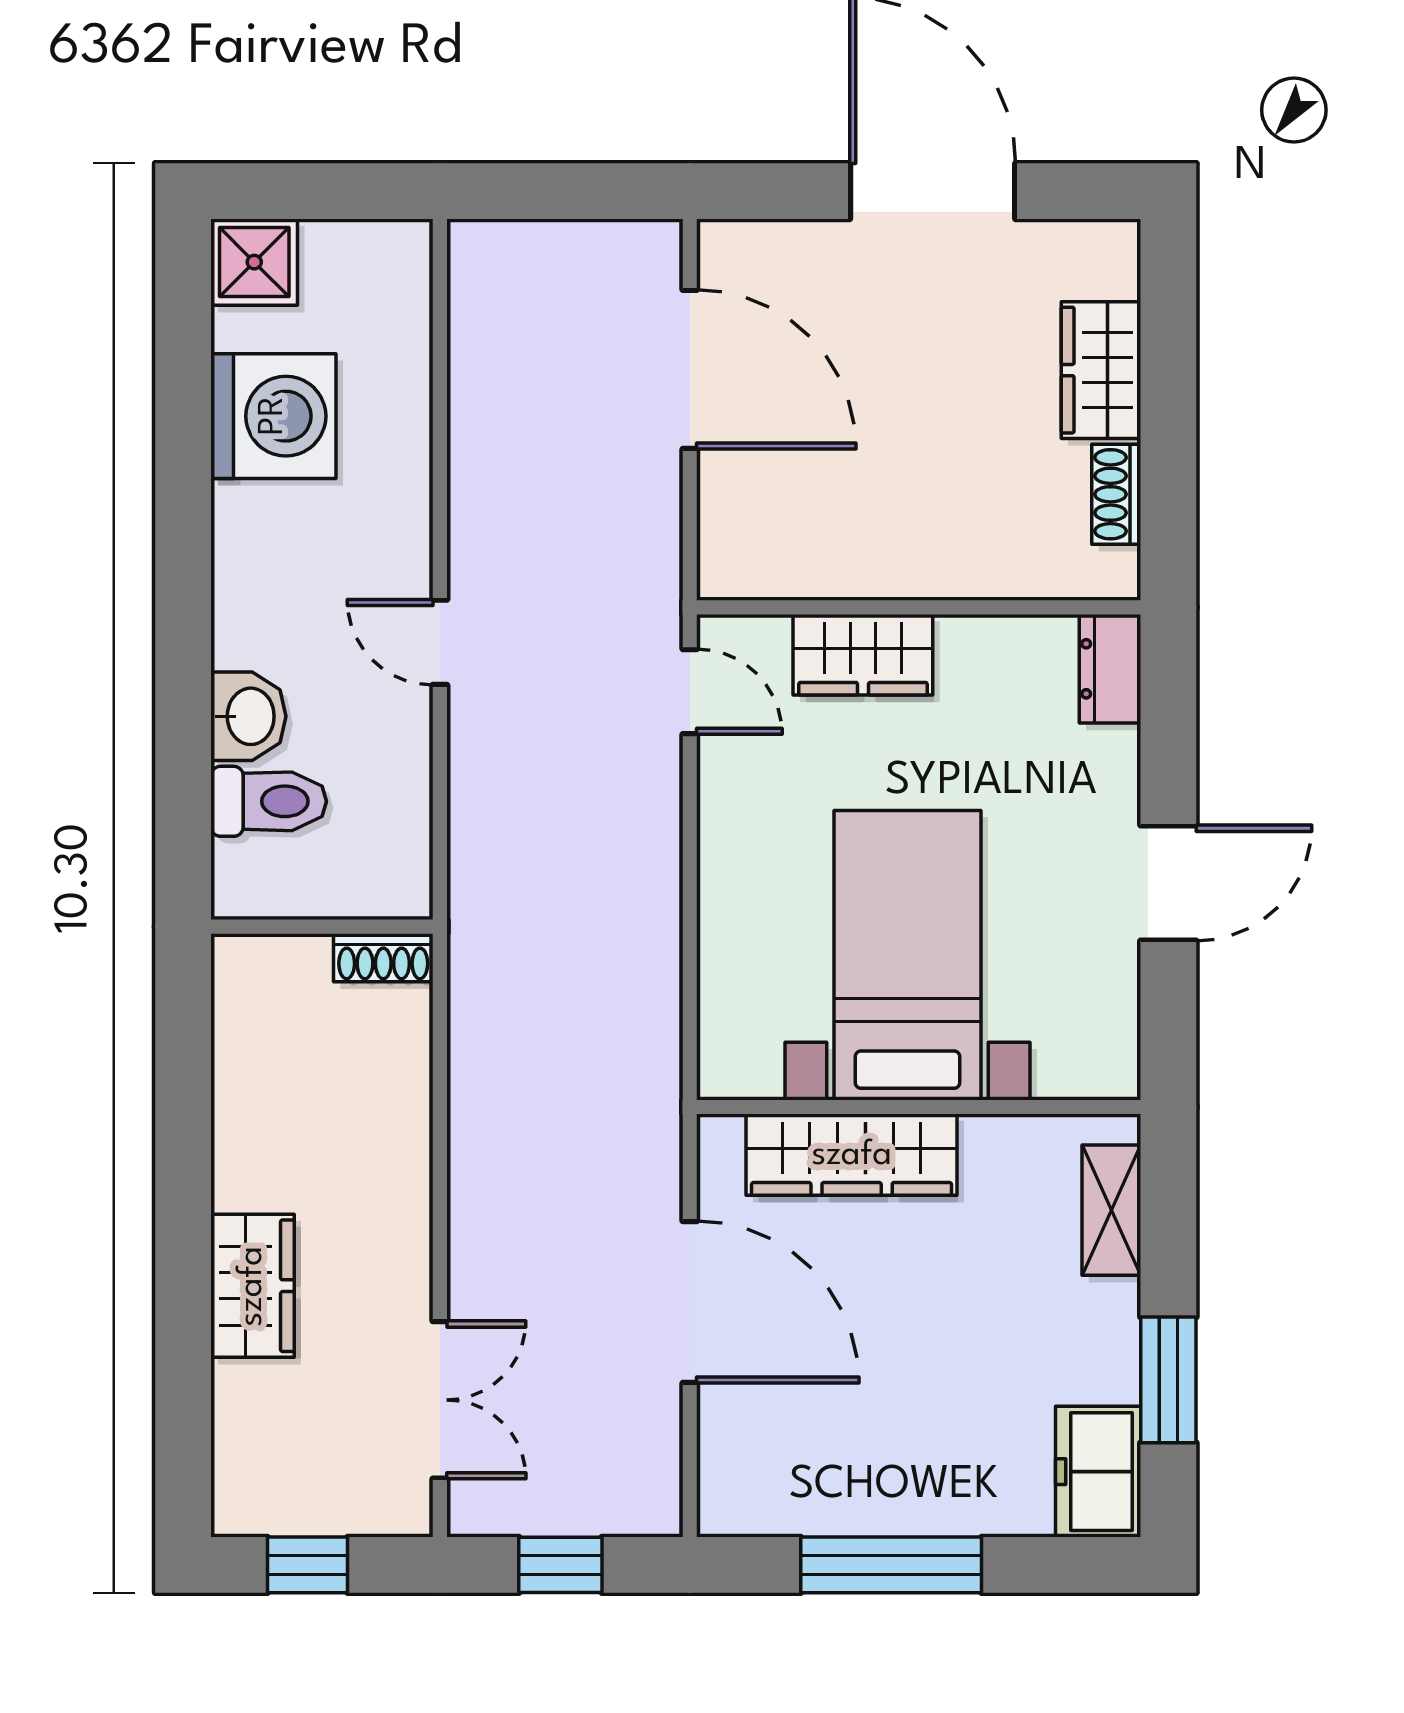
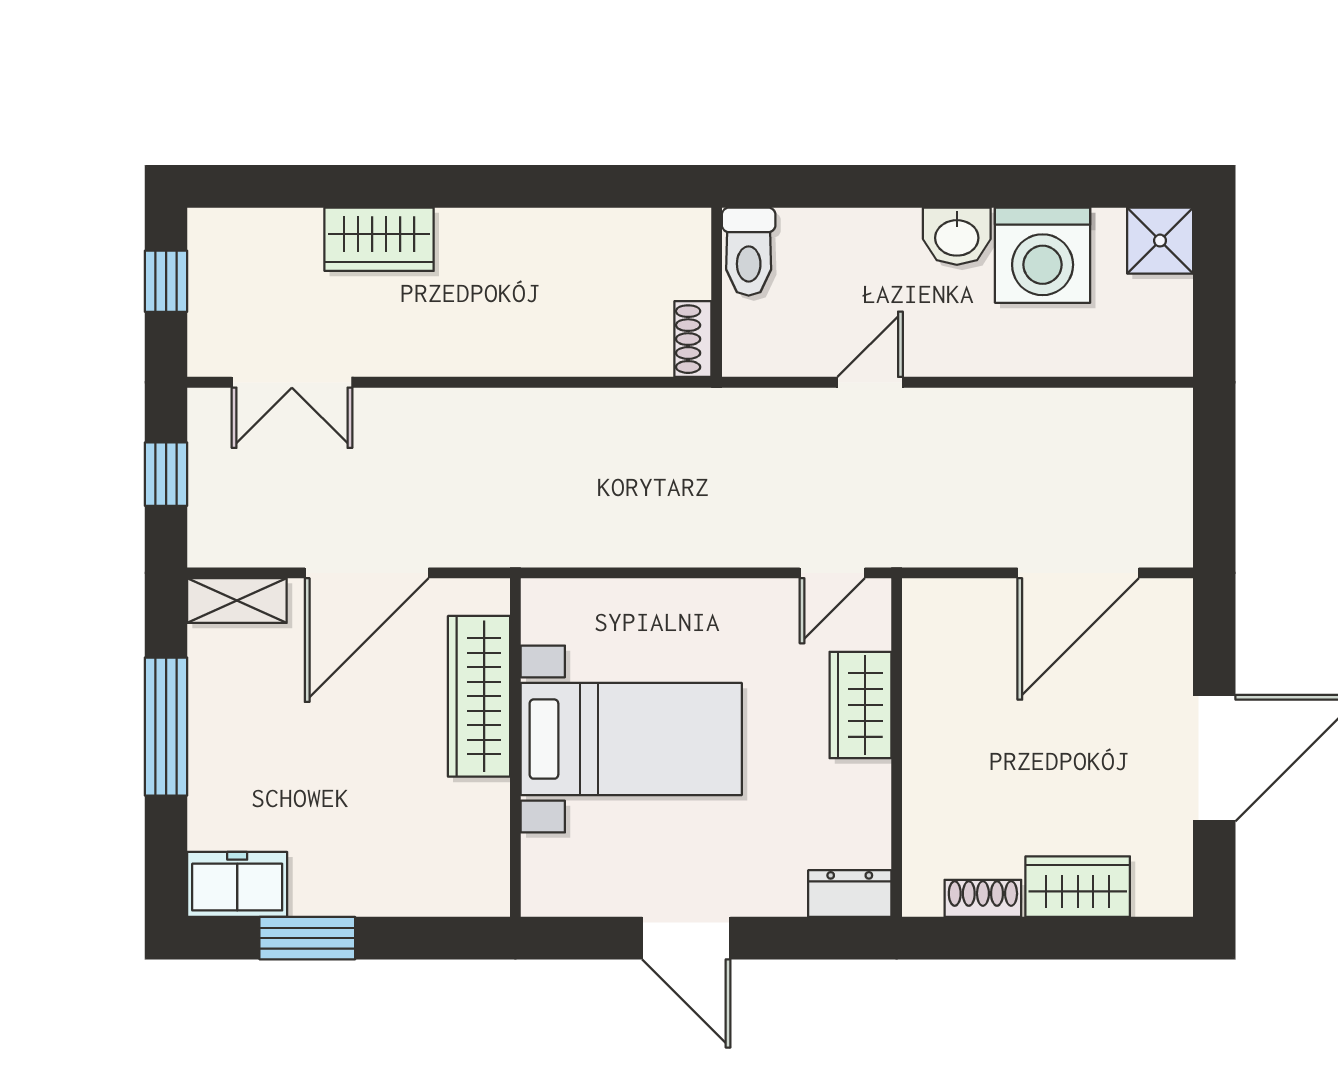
washbasin: (248, 716) -> (957, 236), moved
wall: (322, 927) -> (717, 292), moved
shoe rack: (383, 958) -> (693, 339), moved
shelving: (1111, 1210) -> (237, 601), moved

